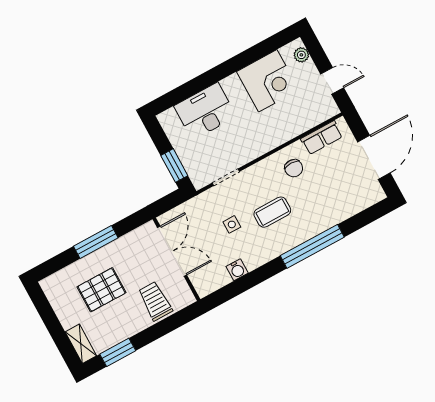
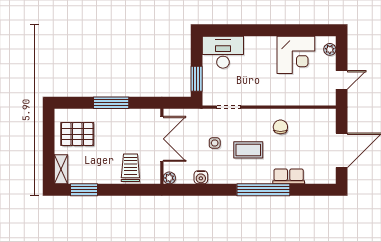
door: (332, 81) -> (342, 80), hinge flipped
desk: (205, 111) -> (223, 52), moved
row of seats: (322, 138) -> (289, 176), moved, turned 180
chair: (294, 168) -> (280, 127), turned 180
plant: (203, 289) -> (169, 178), added
pallet: (102, 290) -> (77, 134), moved

